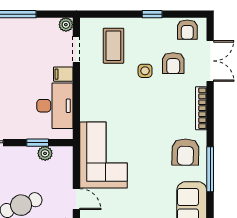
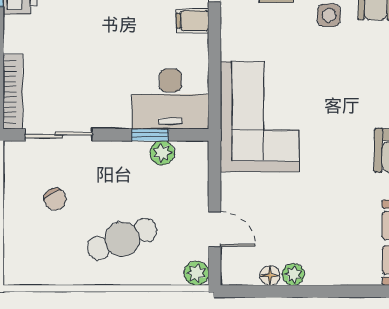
desk: (55, 106) -> (170, 99), moved, turned 90
corner sofa: (104, 155) -> (260, 117), moved

